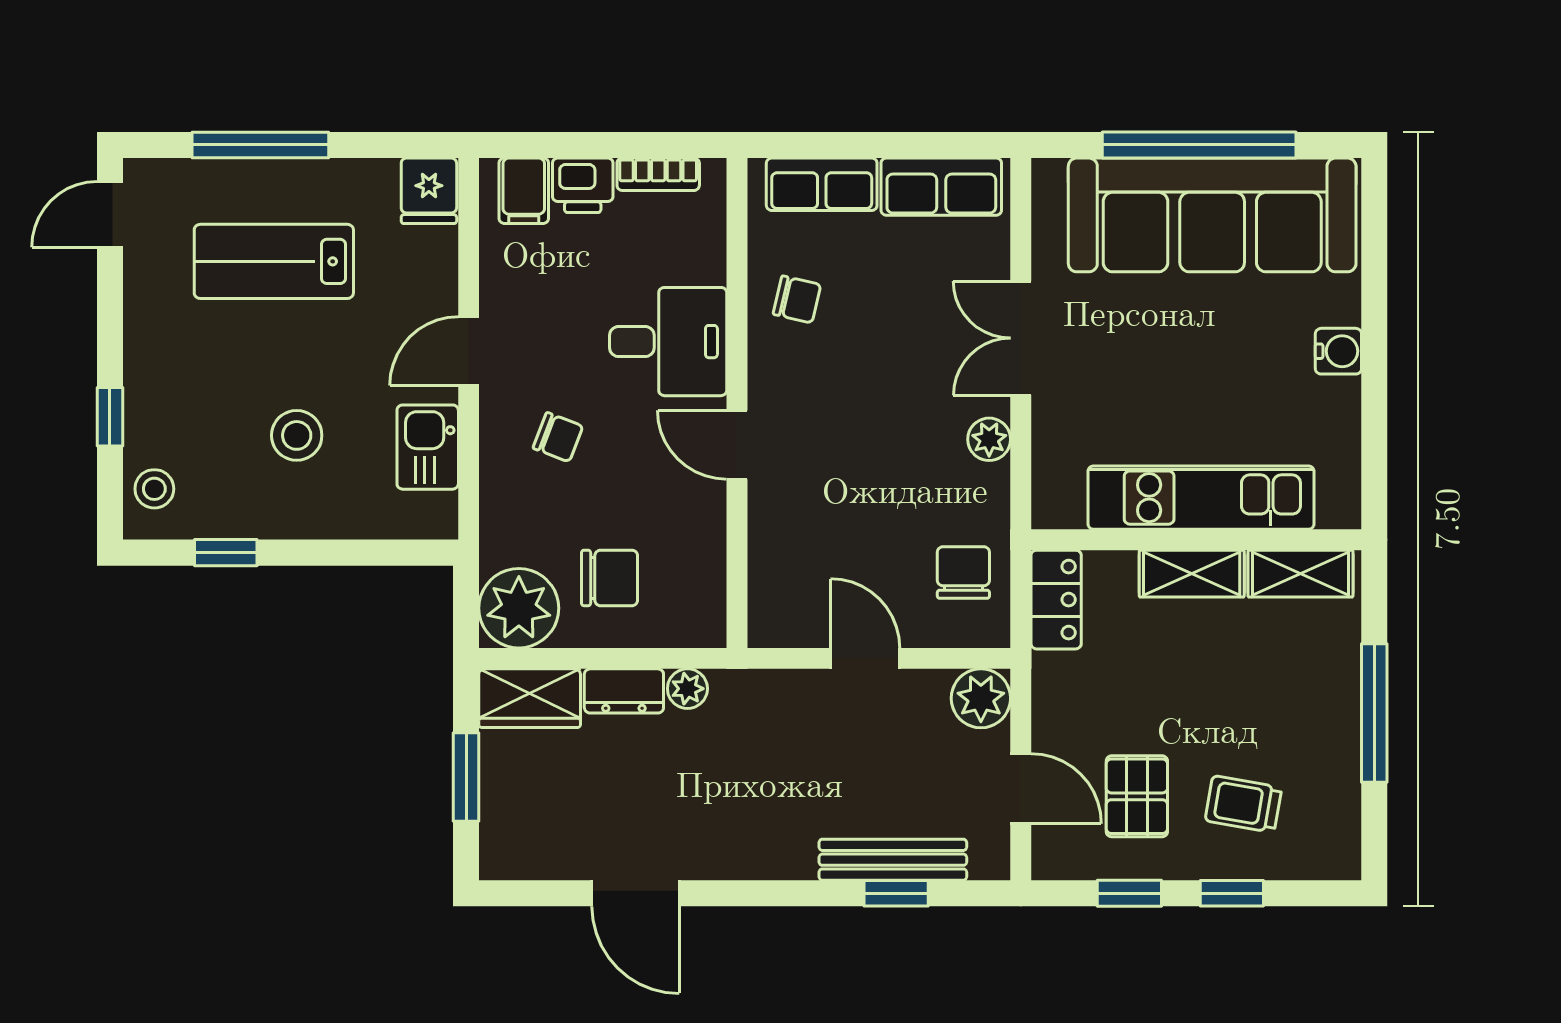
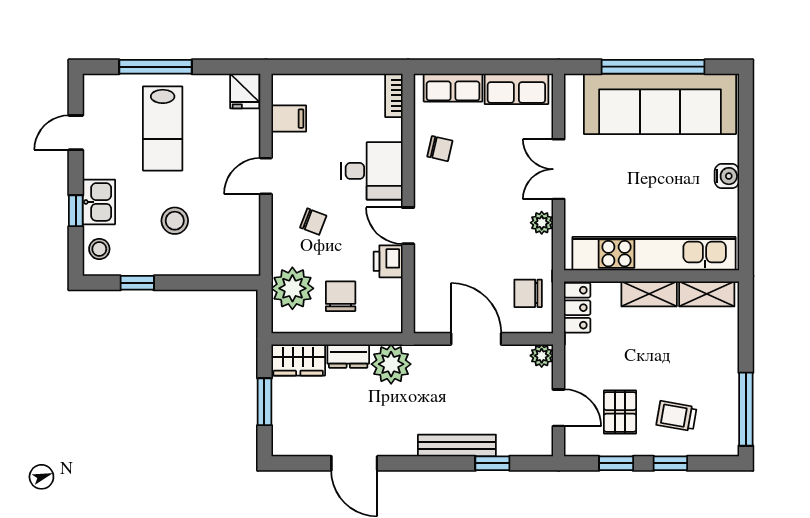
bookcase: (658, 174) -> (394, 95), moved, turned 90
printer: (583, 185) -> (388, 261), moved, turned 90
filing cabinet: (524, 191) -> (289, 119), moved, turned -90
door: (110, 214) -> (76, 133), moved
lab bench: (274, 261) -> (163, 128), turned -90
kitchen sink: (428, 447) -> (99, 202), moved, turned 180
kitchen unit: (1201, 498) -> (654, 254), width x1.36
chair: (963, 572) -> (528, 293), turned -90
chair: (609, 578) -> (341, 296), turned -90
plant: (519, 608) -> (292, 288), moved
door: (865, 658) -> (476, 339), width x1.38
plant: (687, 689) -> (391, 364), width x1.88, depth x1.88
plant: (981, 698) -> (542, 356), width x0.73, depth x0.73
window: (1374, 713) -> (746, 409), moved
bench: (893, 860) -> (457, 446), moved

